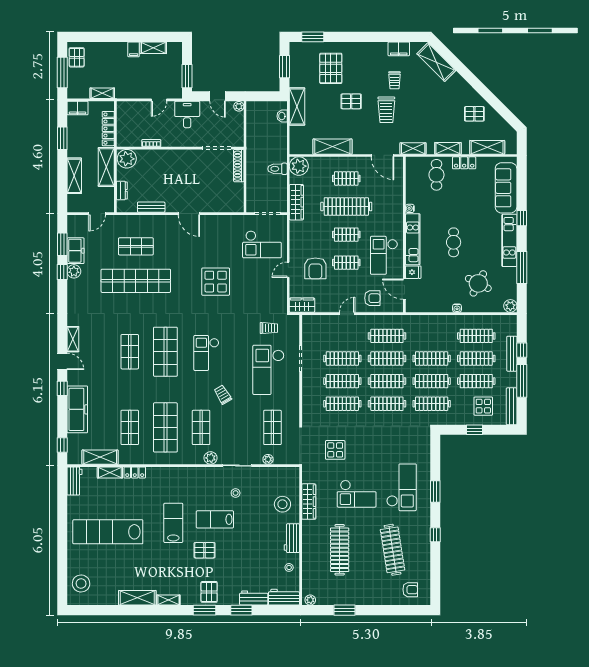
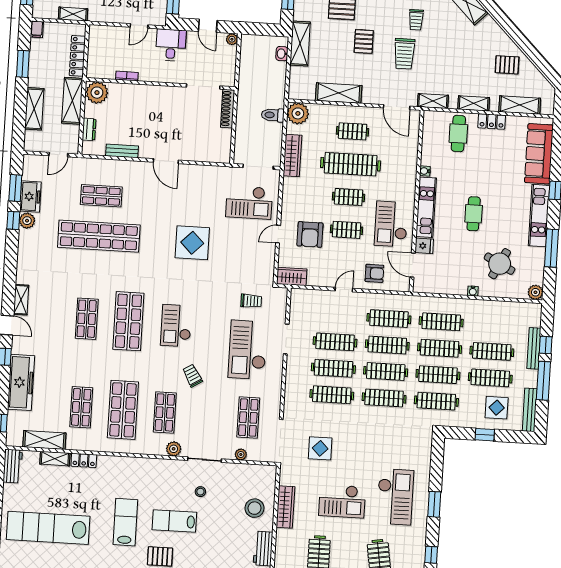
pallet: (351, 101) -> (364, 41), turned 90
filing cabinet: (78, 108) -> (37, 29), width x0.50
clothes rail: (476, 336) -> (441, 322), moved

